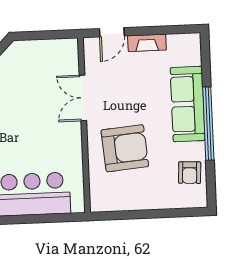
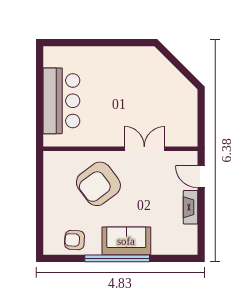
sofa: (188, 104) -> (126, 241), width x0.73
armchair: (125, 148) -> (98, 184), turned 58

